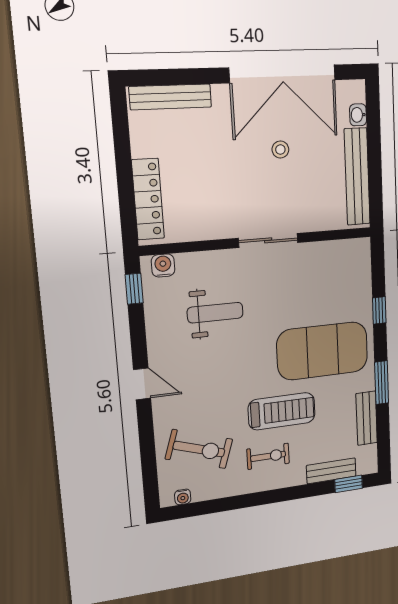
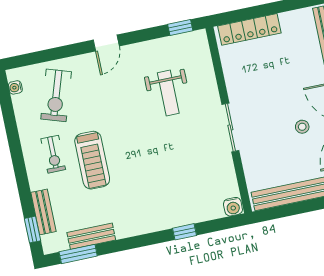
water cooler: (163, 265) -> (233, 207), moved, turned 90
exercise mat: (323, 351) -> (146, 187), removed
window: (382, 383) -> (78, 254), moved

